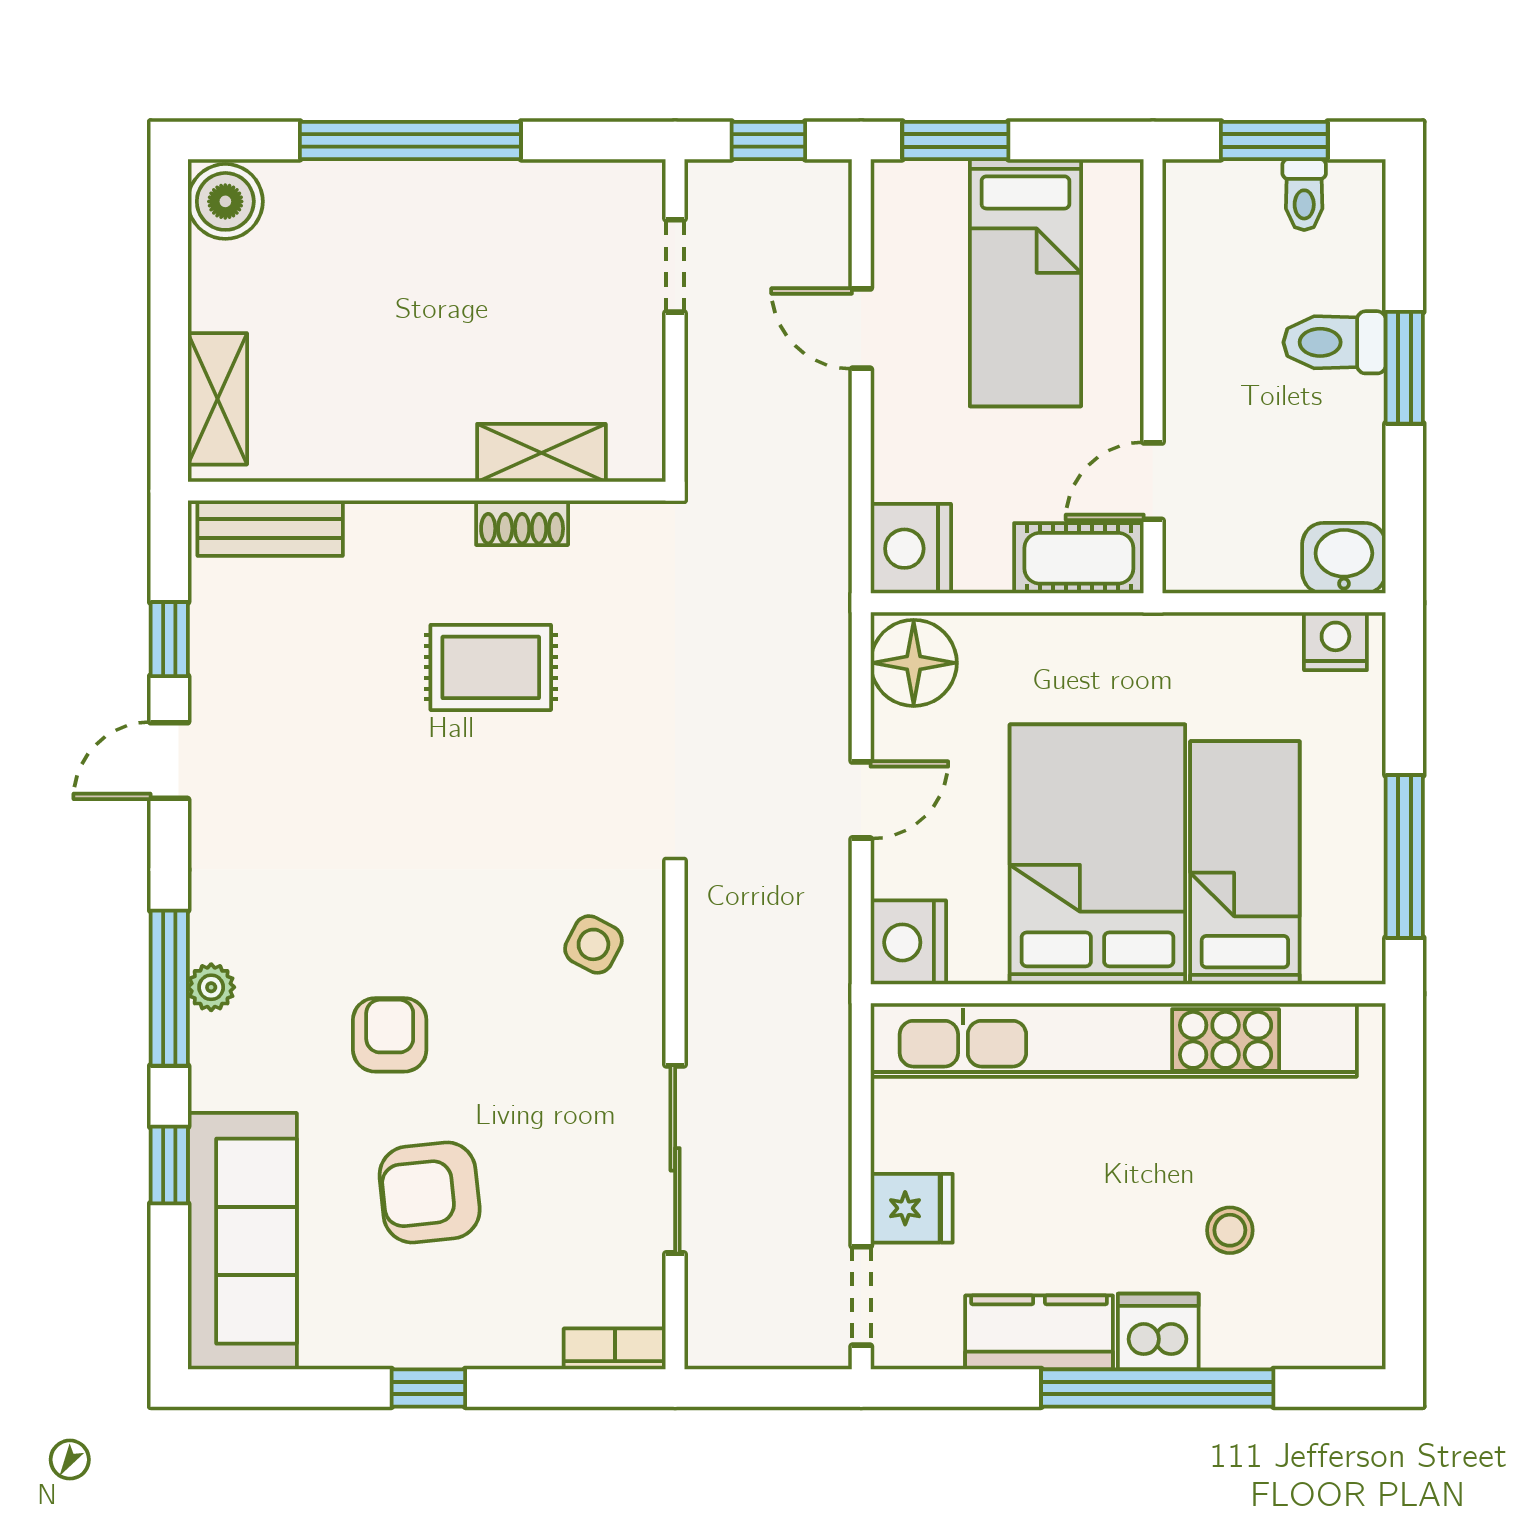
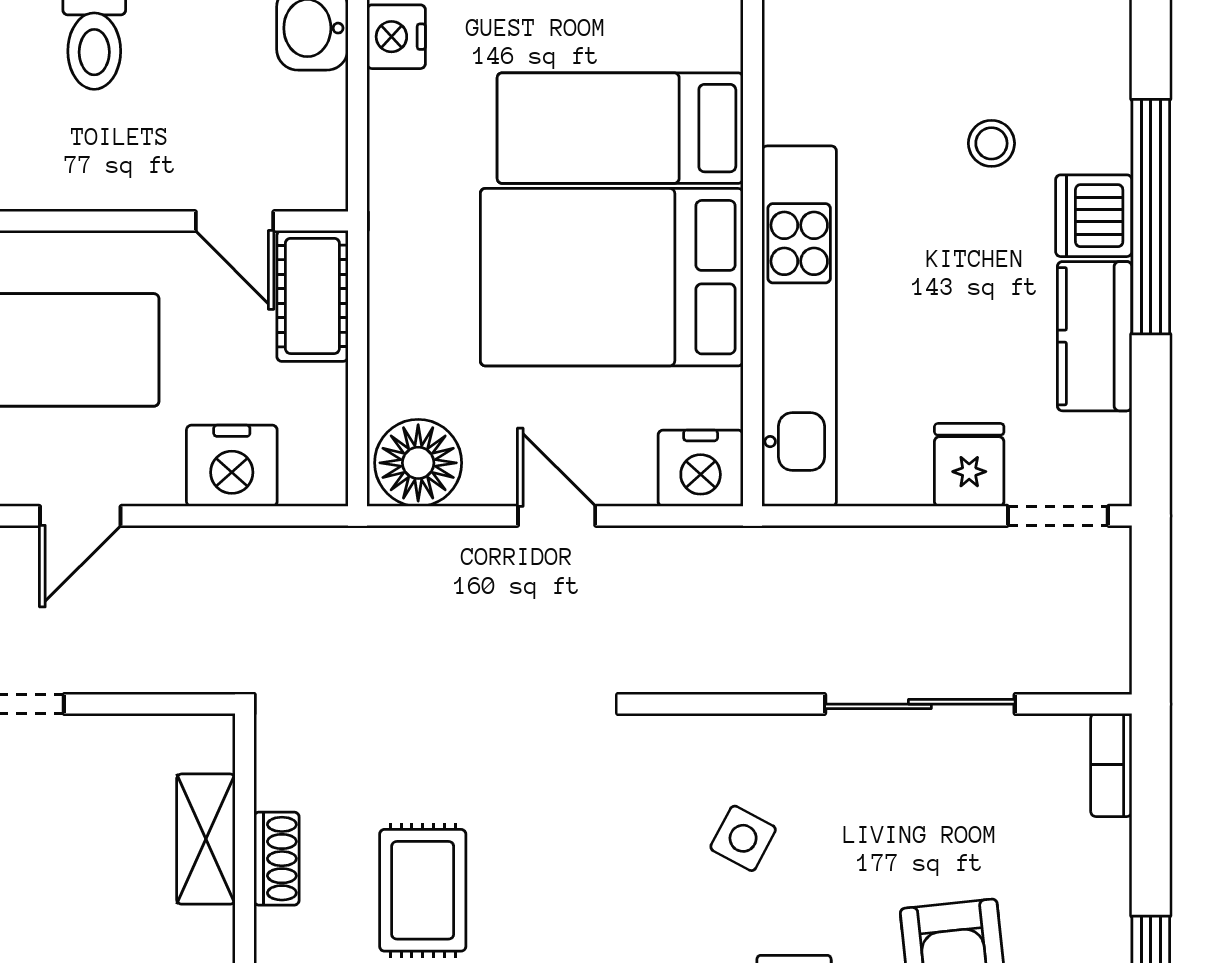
nightstand: (911, 549) -> (232, 466), moved
side table: (593, 944) -> (743, 838), moved
kitchen unit: (1114, 1040) -> (799, 326), width x0.73

